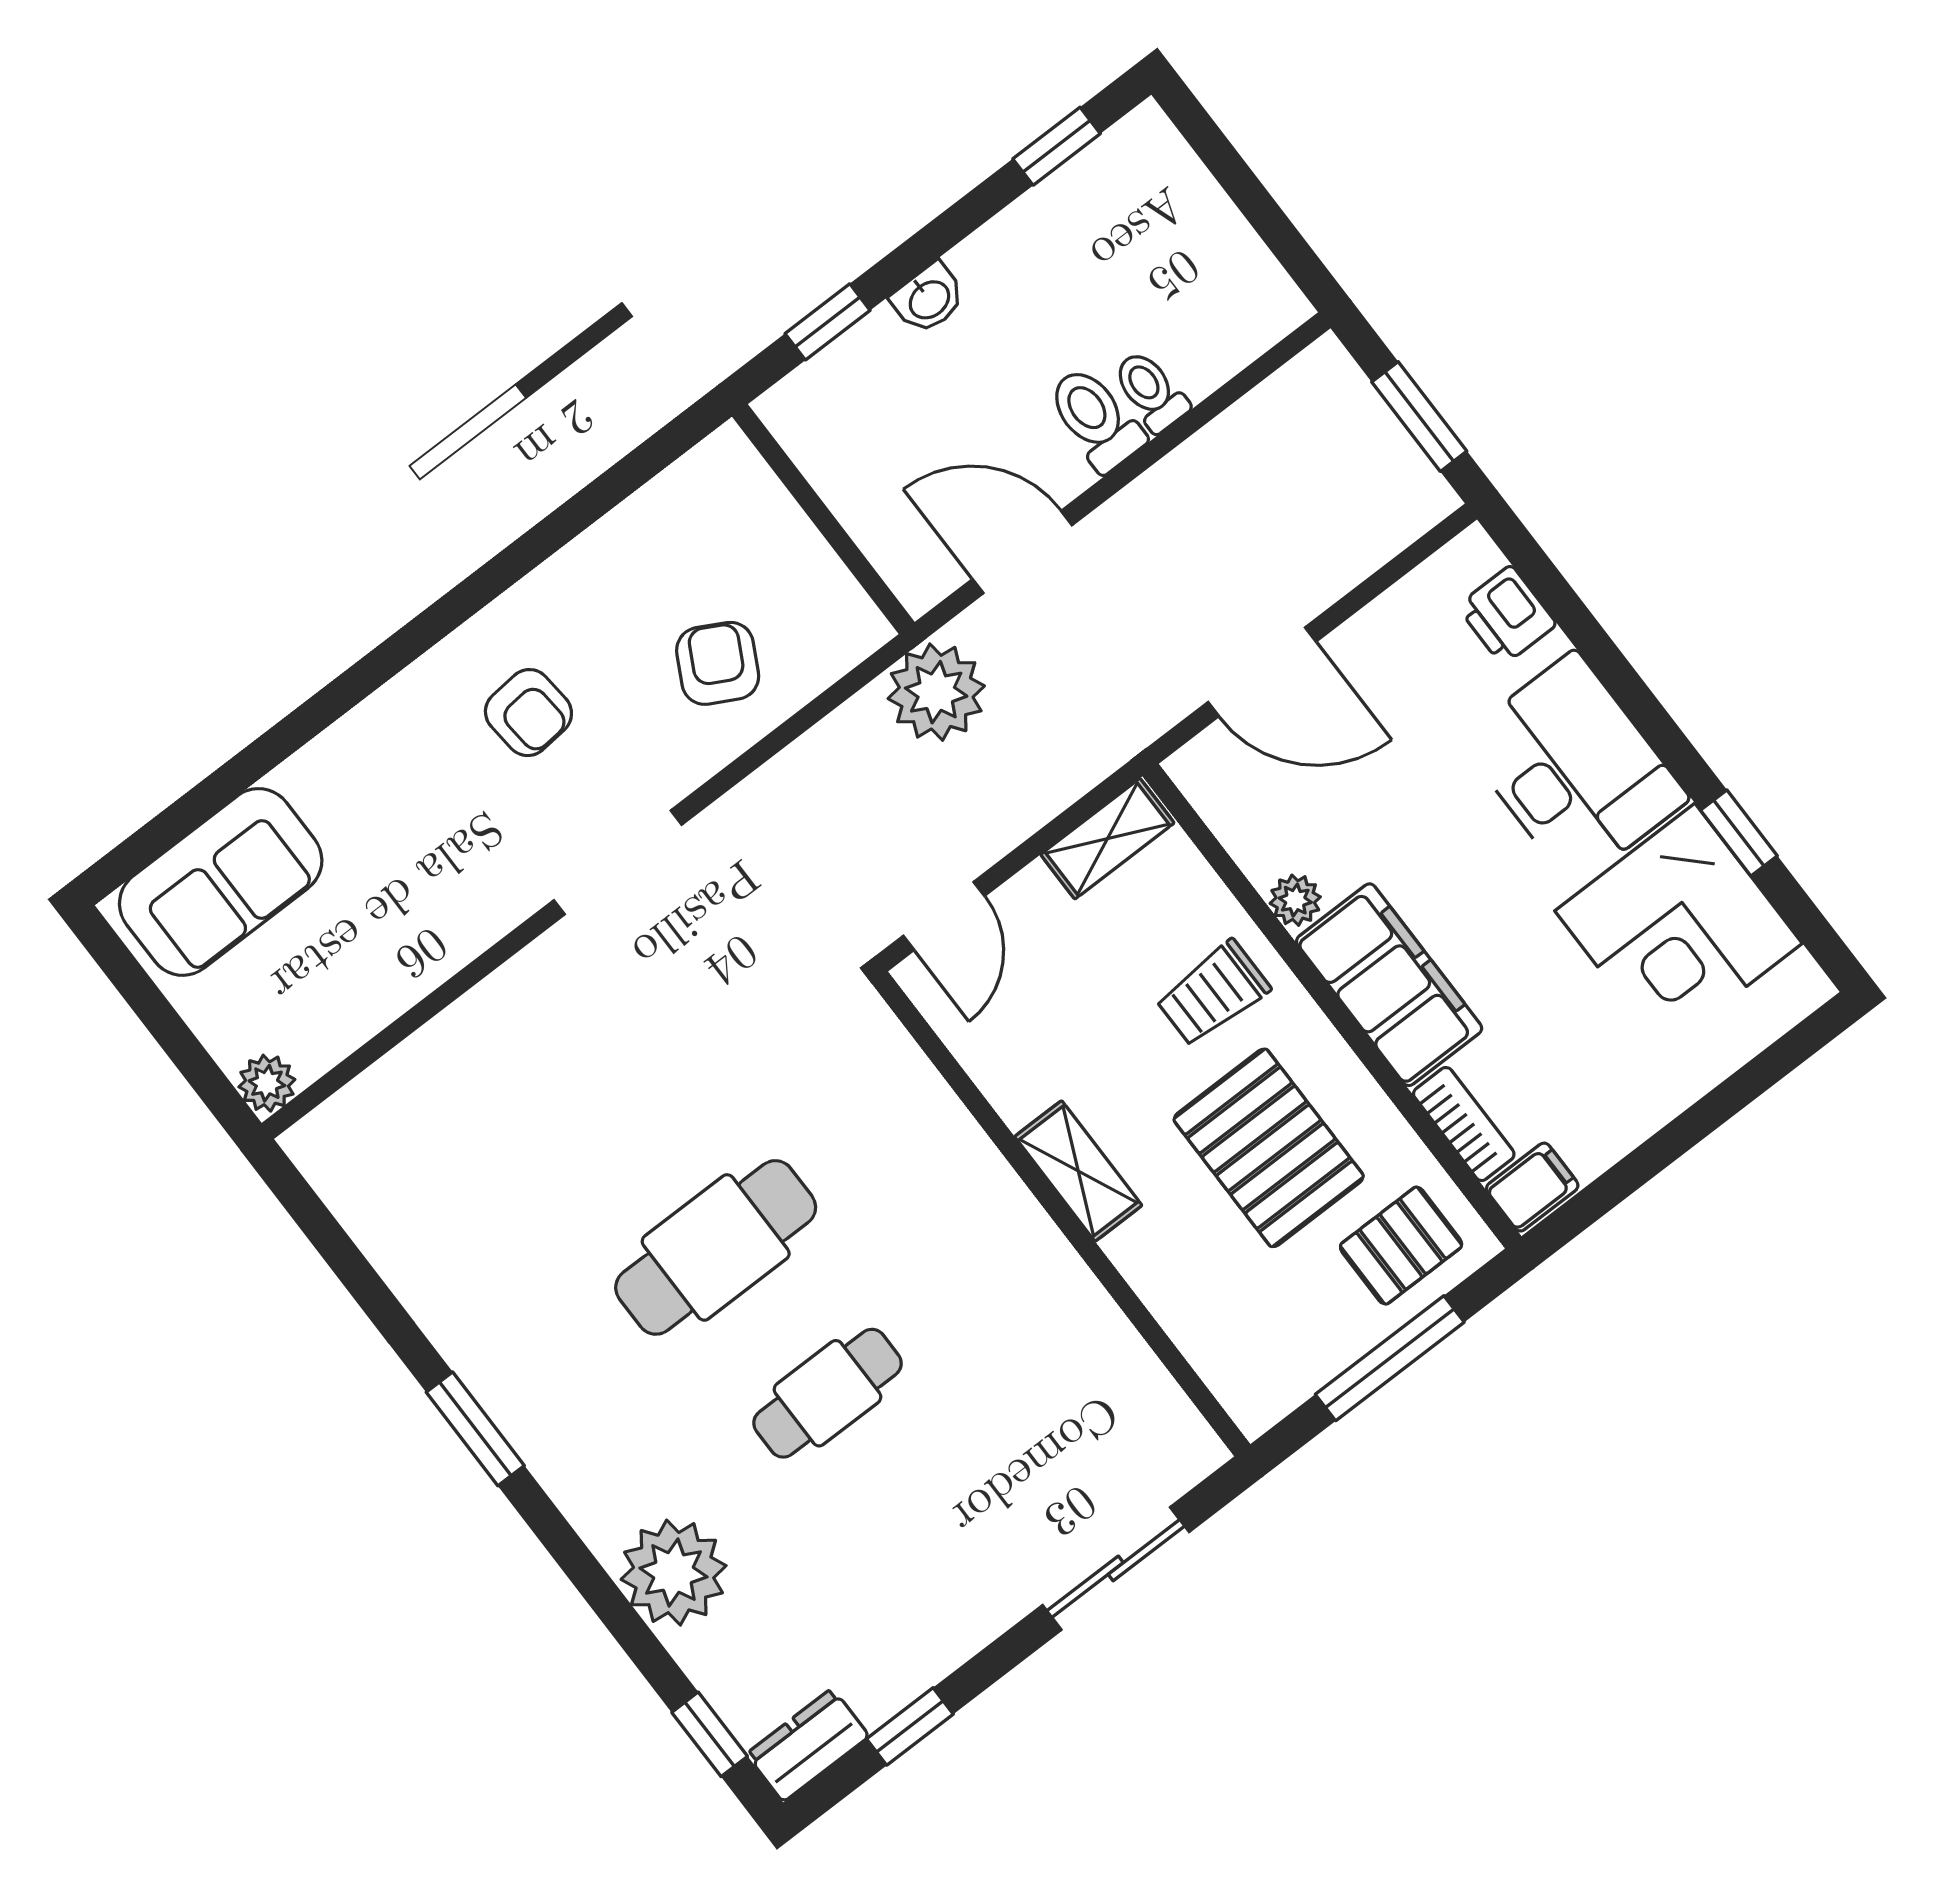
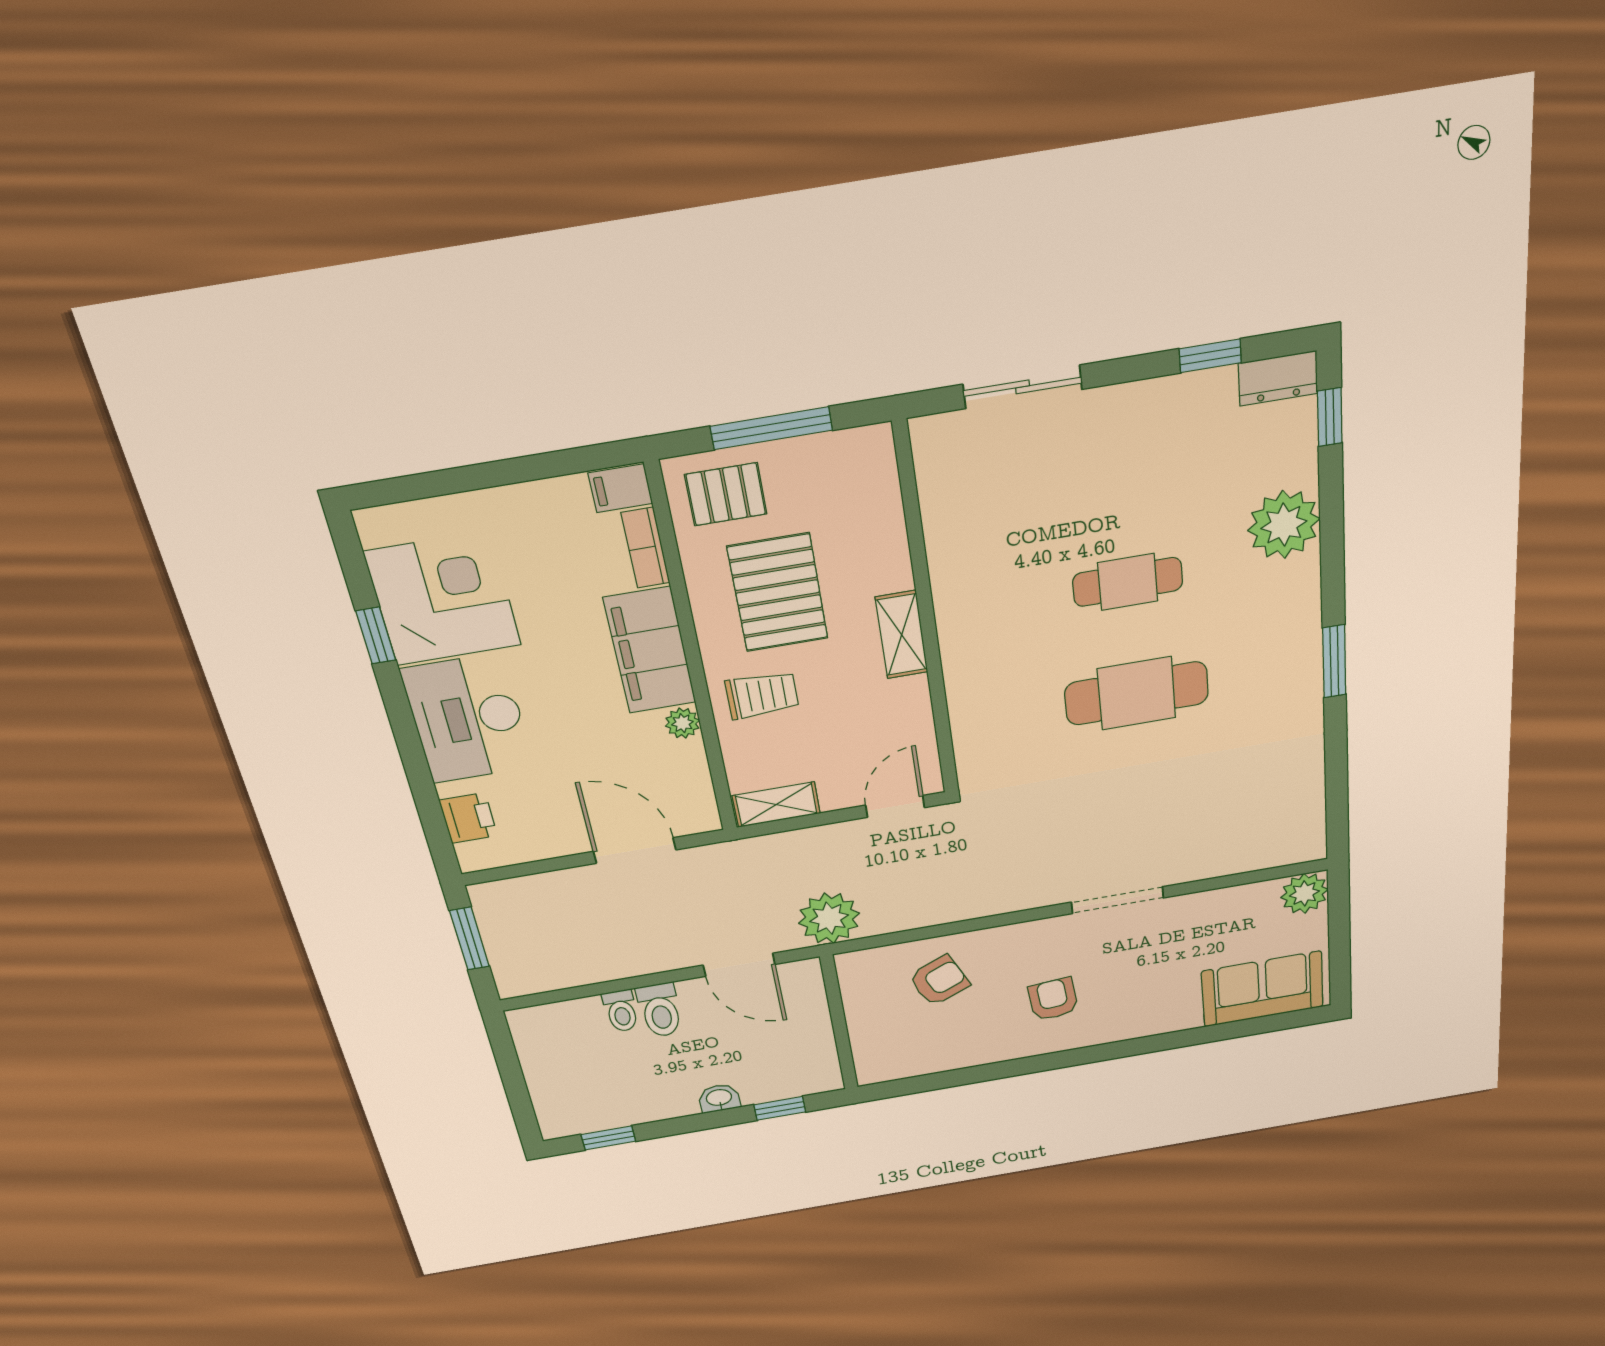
armchair: (718, 663) -> (939, 981), turned -142
doorway: (618, 862) -> (1117, 900), moved
plant: (267, 1083) -> (1304, 893), width x1.38, depth x1.38

